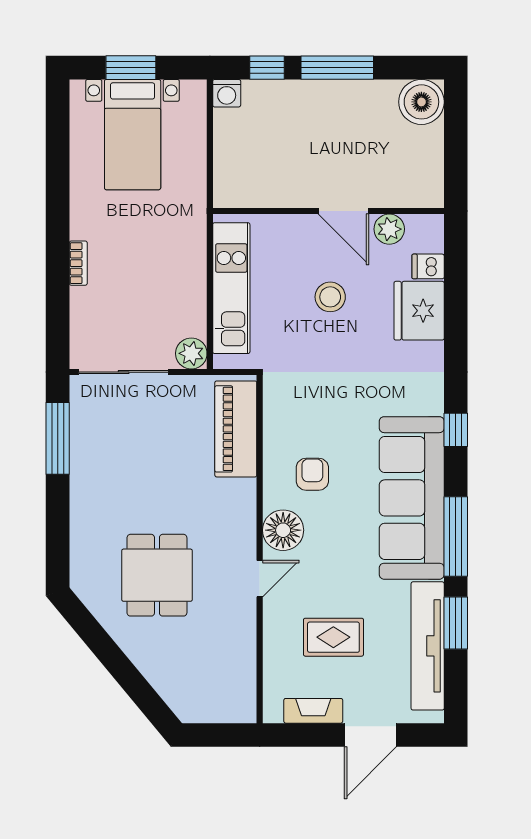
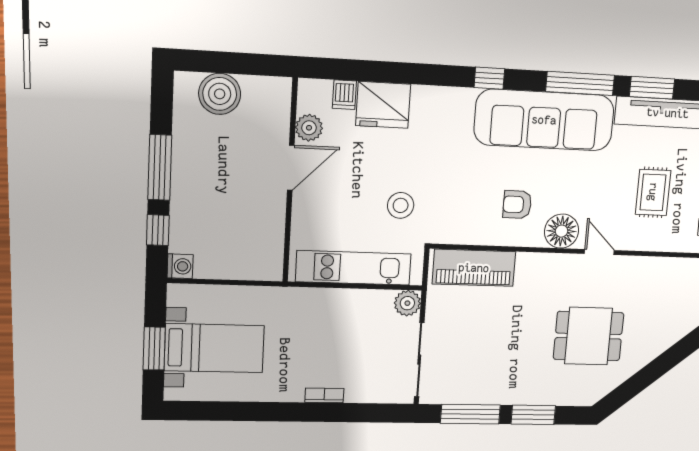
boiler: (421, 102) -> (220, 94), moved
stool: (330, 297) -> (401, 205), moved
window: (58, 516) -> (533, 415), added

